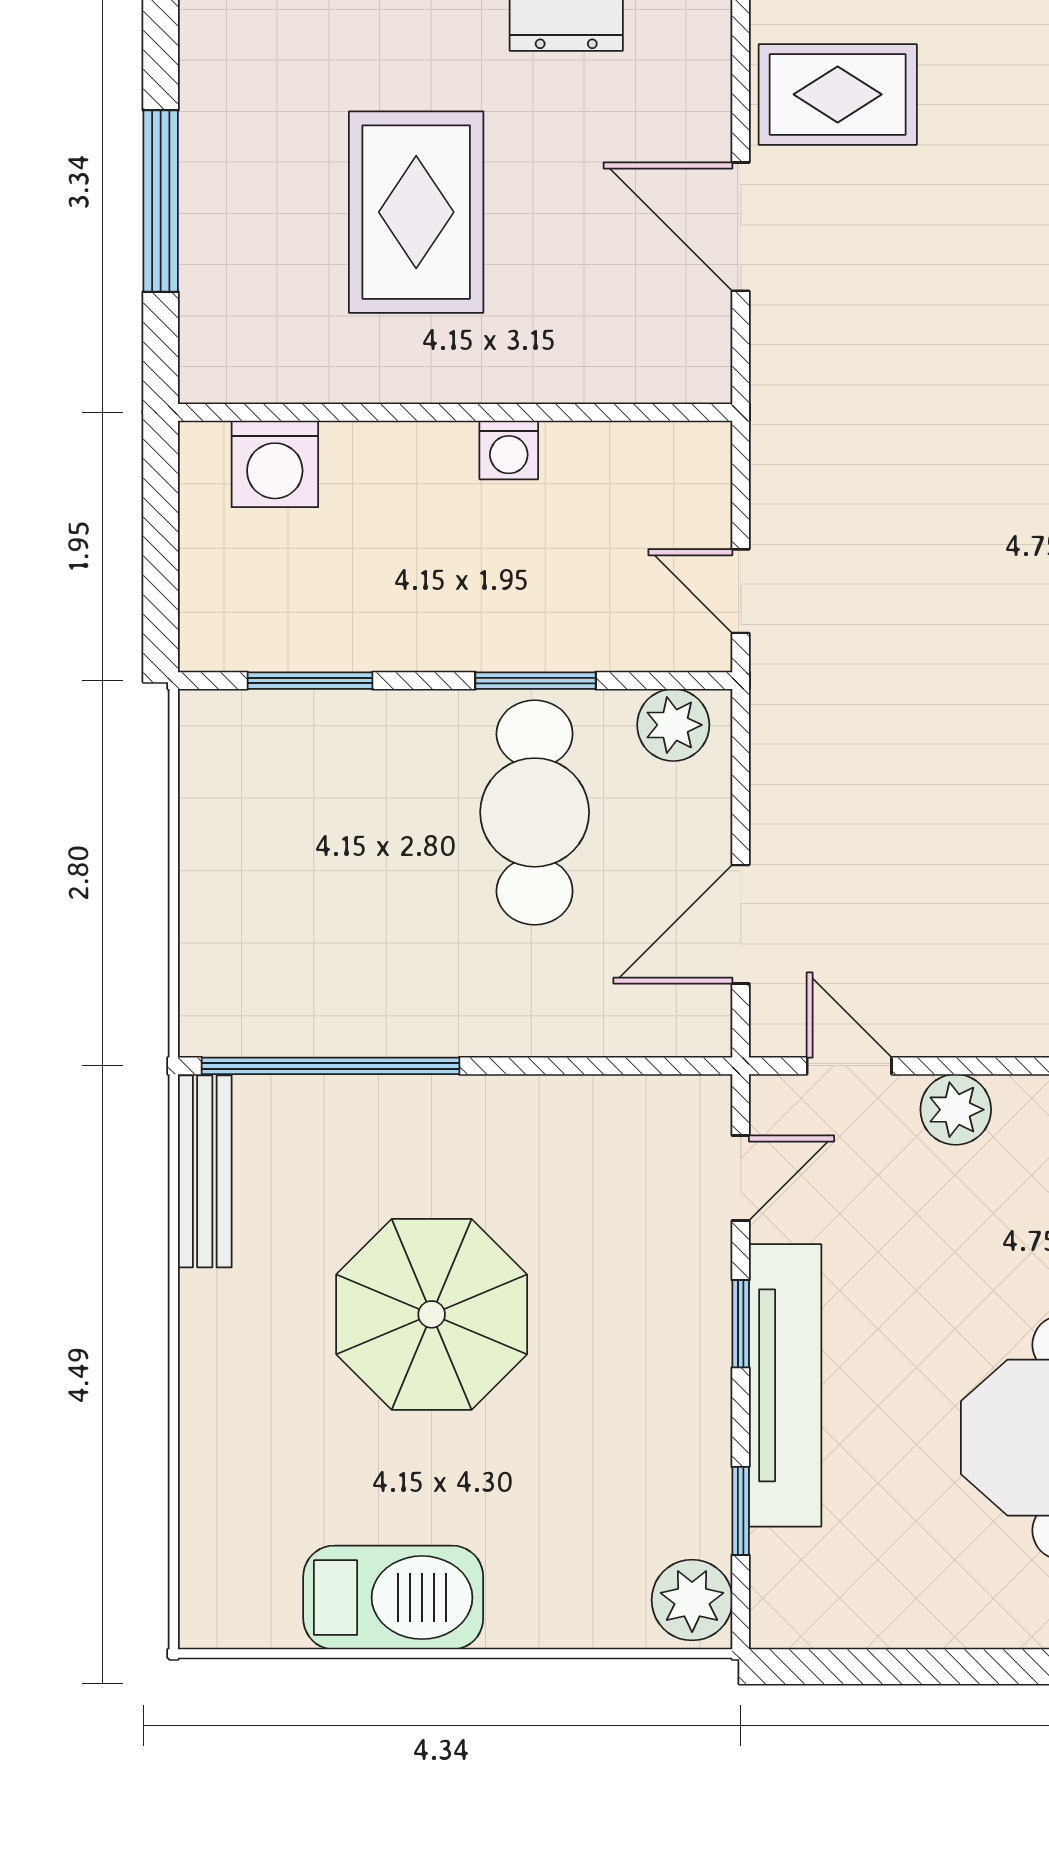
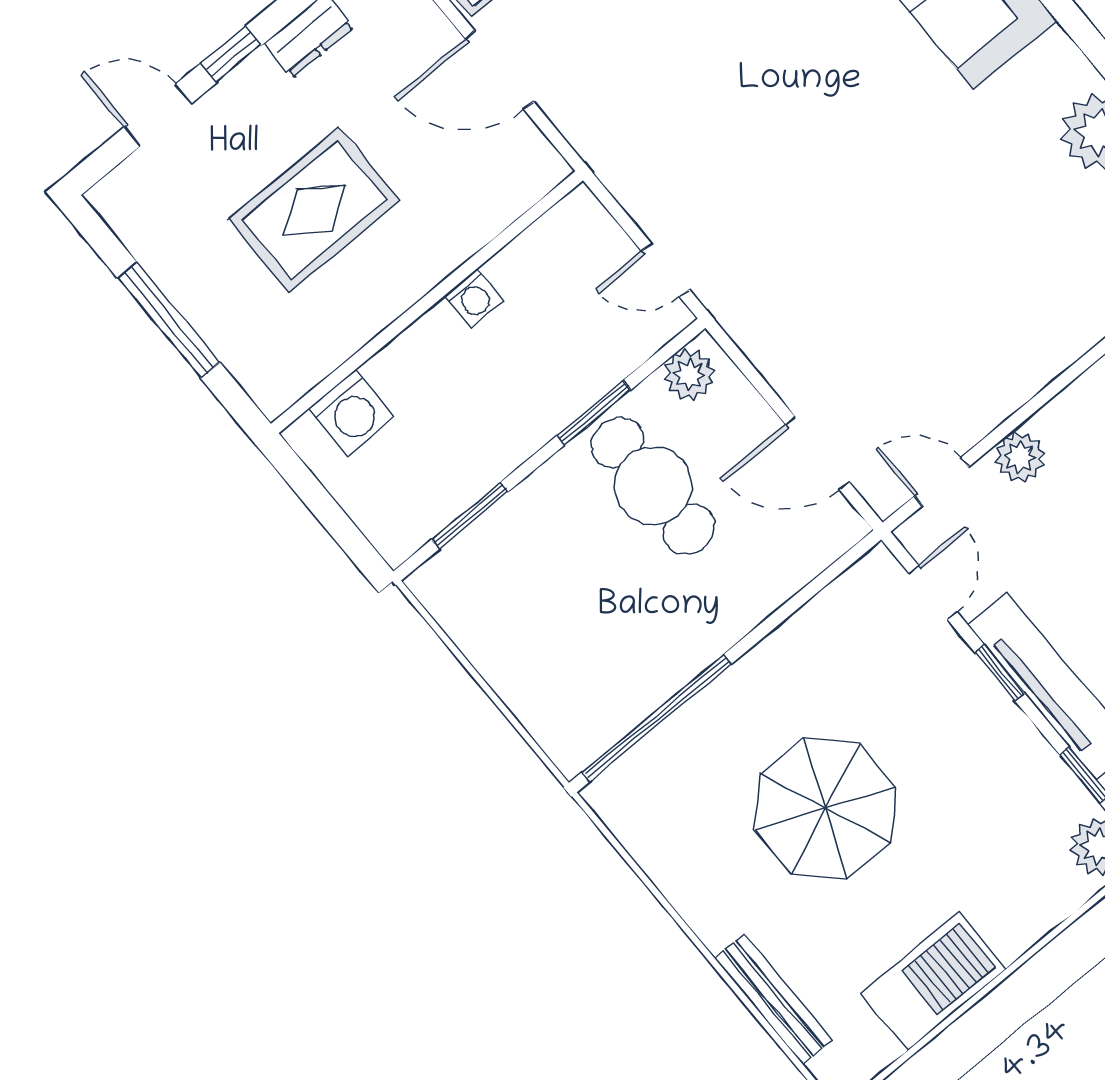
rug: (416, 212) -> (314, 210), turned 90
door: (741, 924) -> (817, 453), hinge flipped
bench: (205, 1171) -> (773, 999), moved

